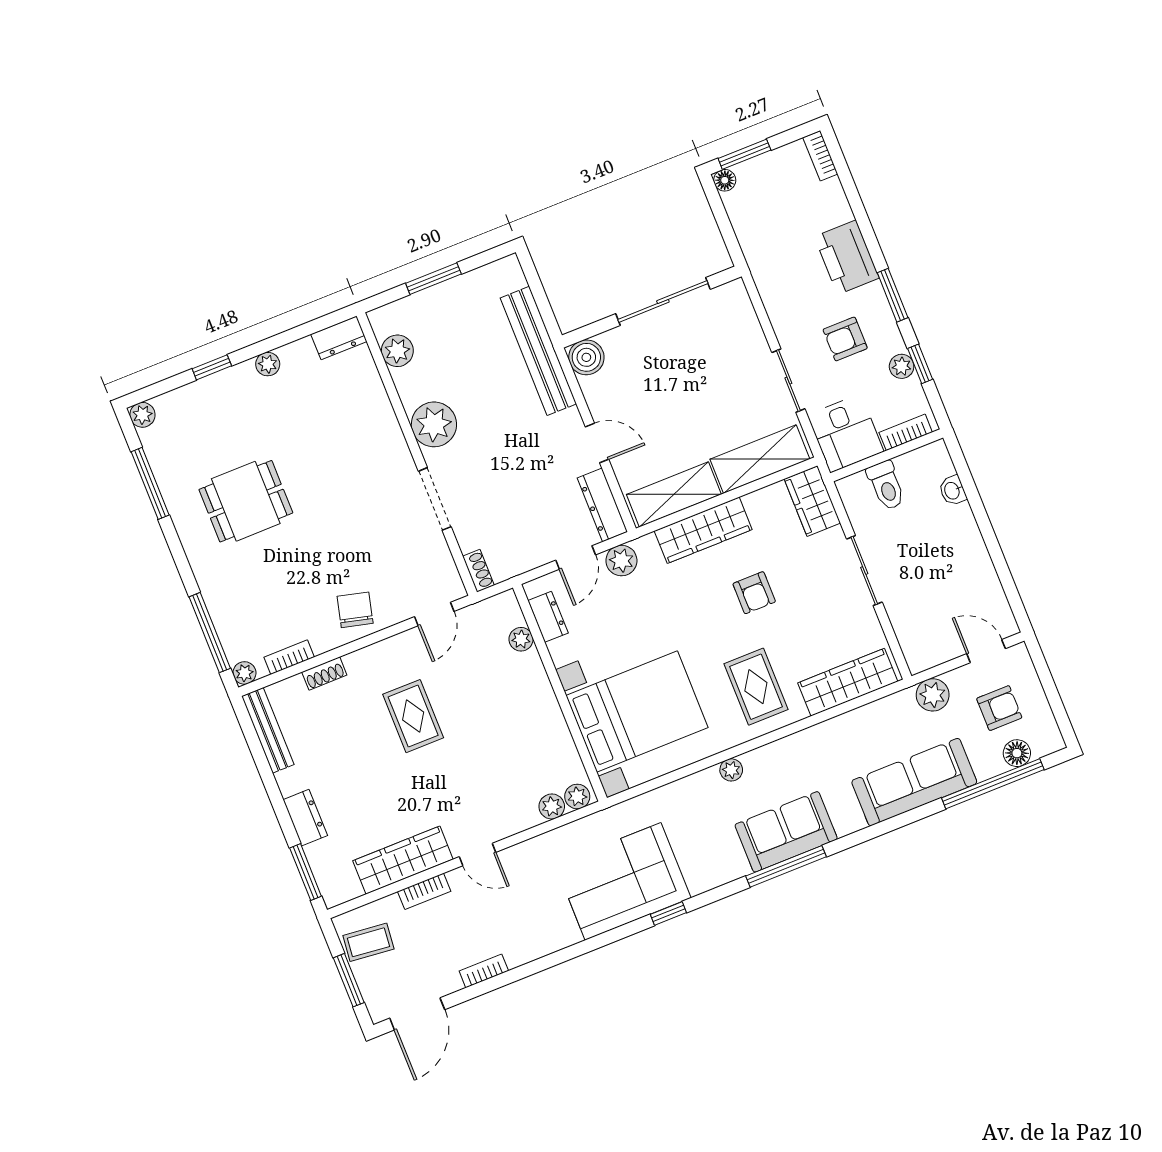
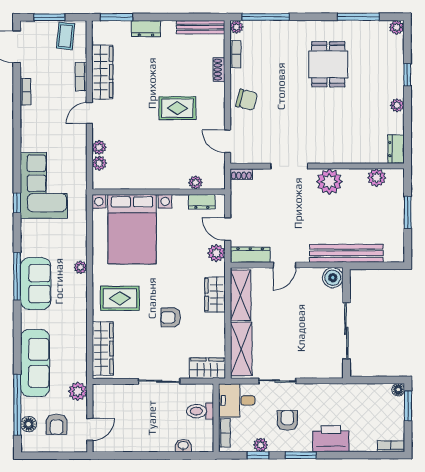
wardrobe: (703, 530) -> (215, 295), width x0.67
plant: (577, 796) -> (99, 147), moved

